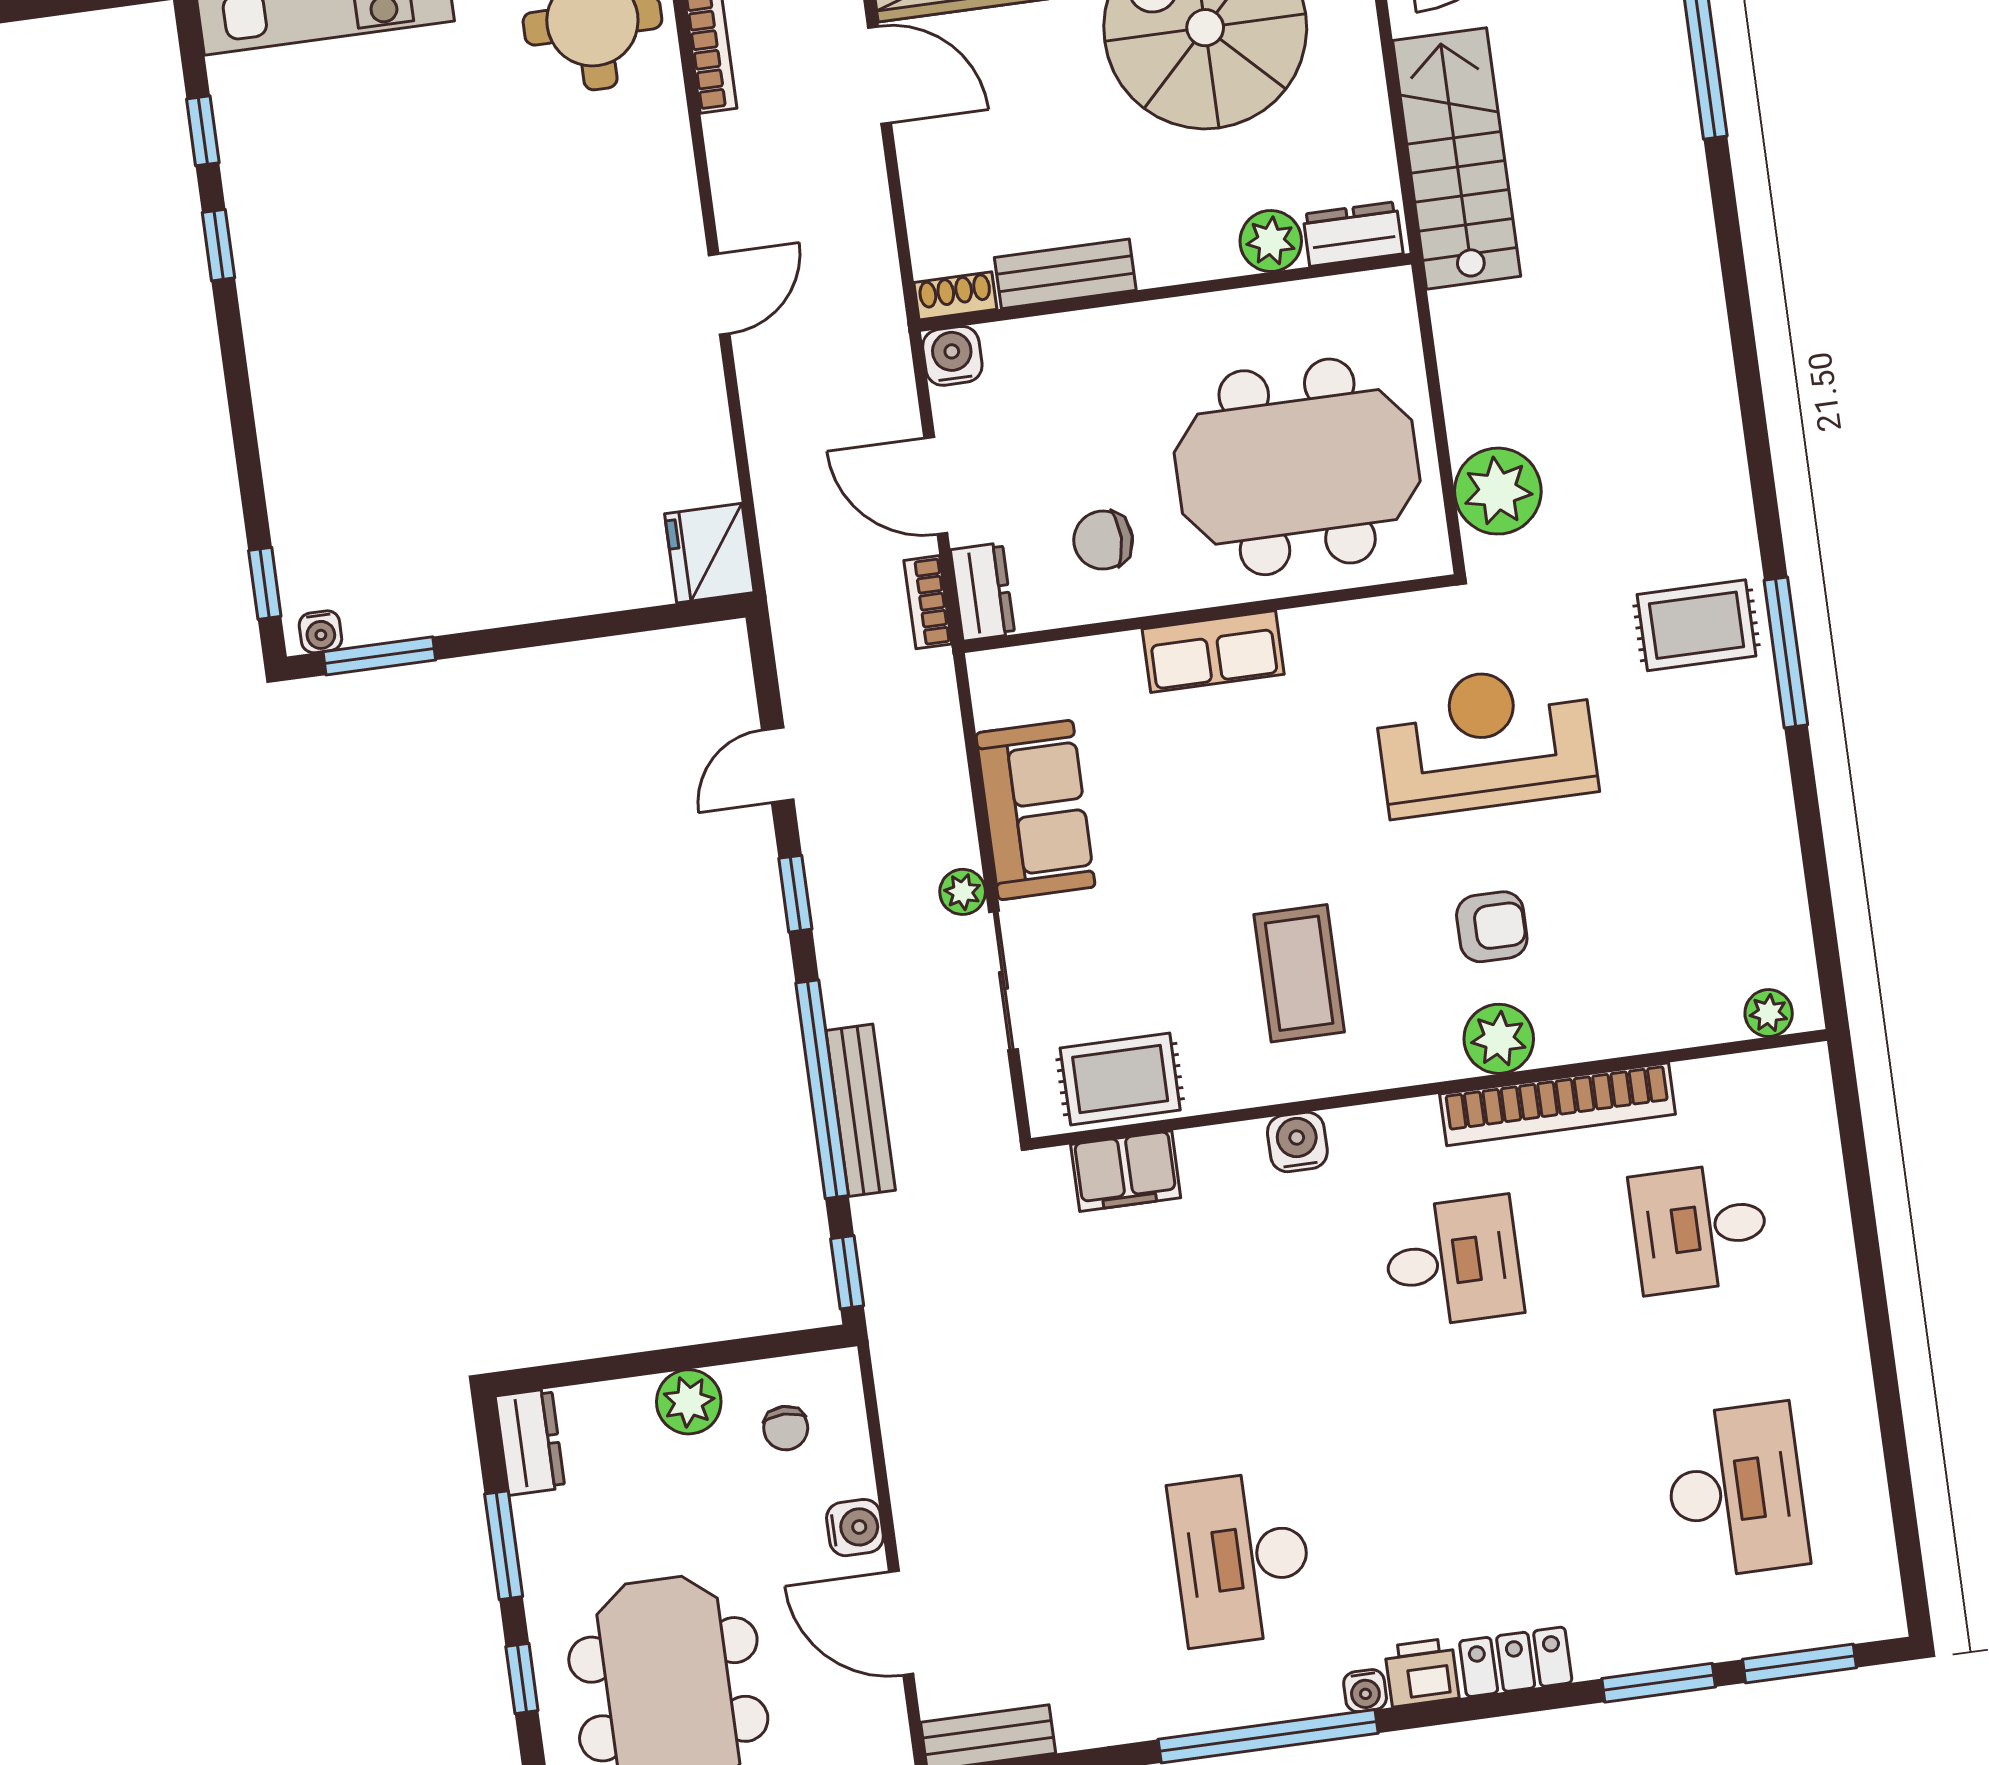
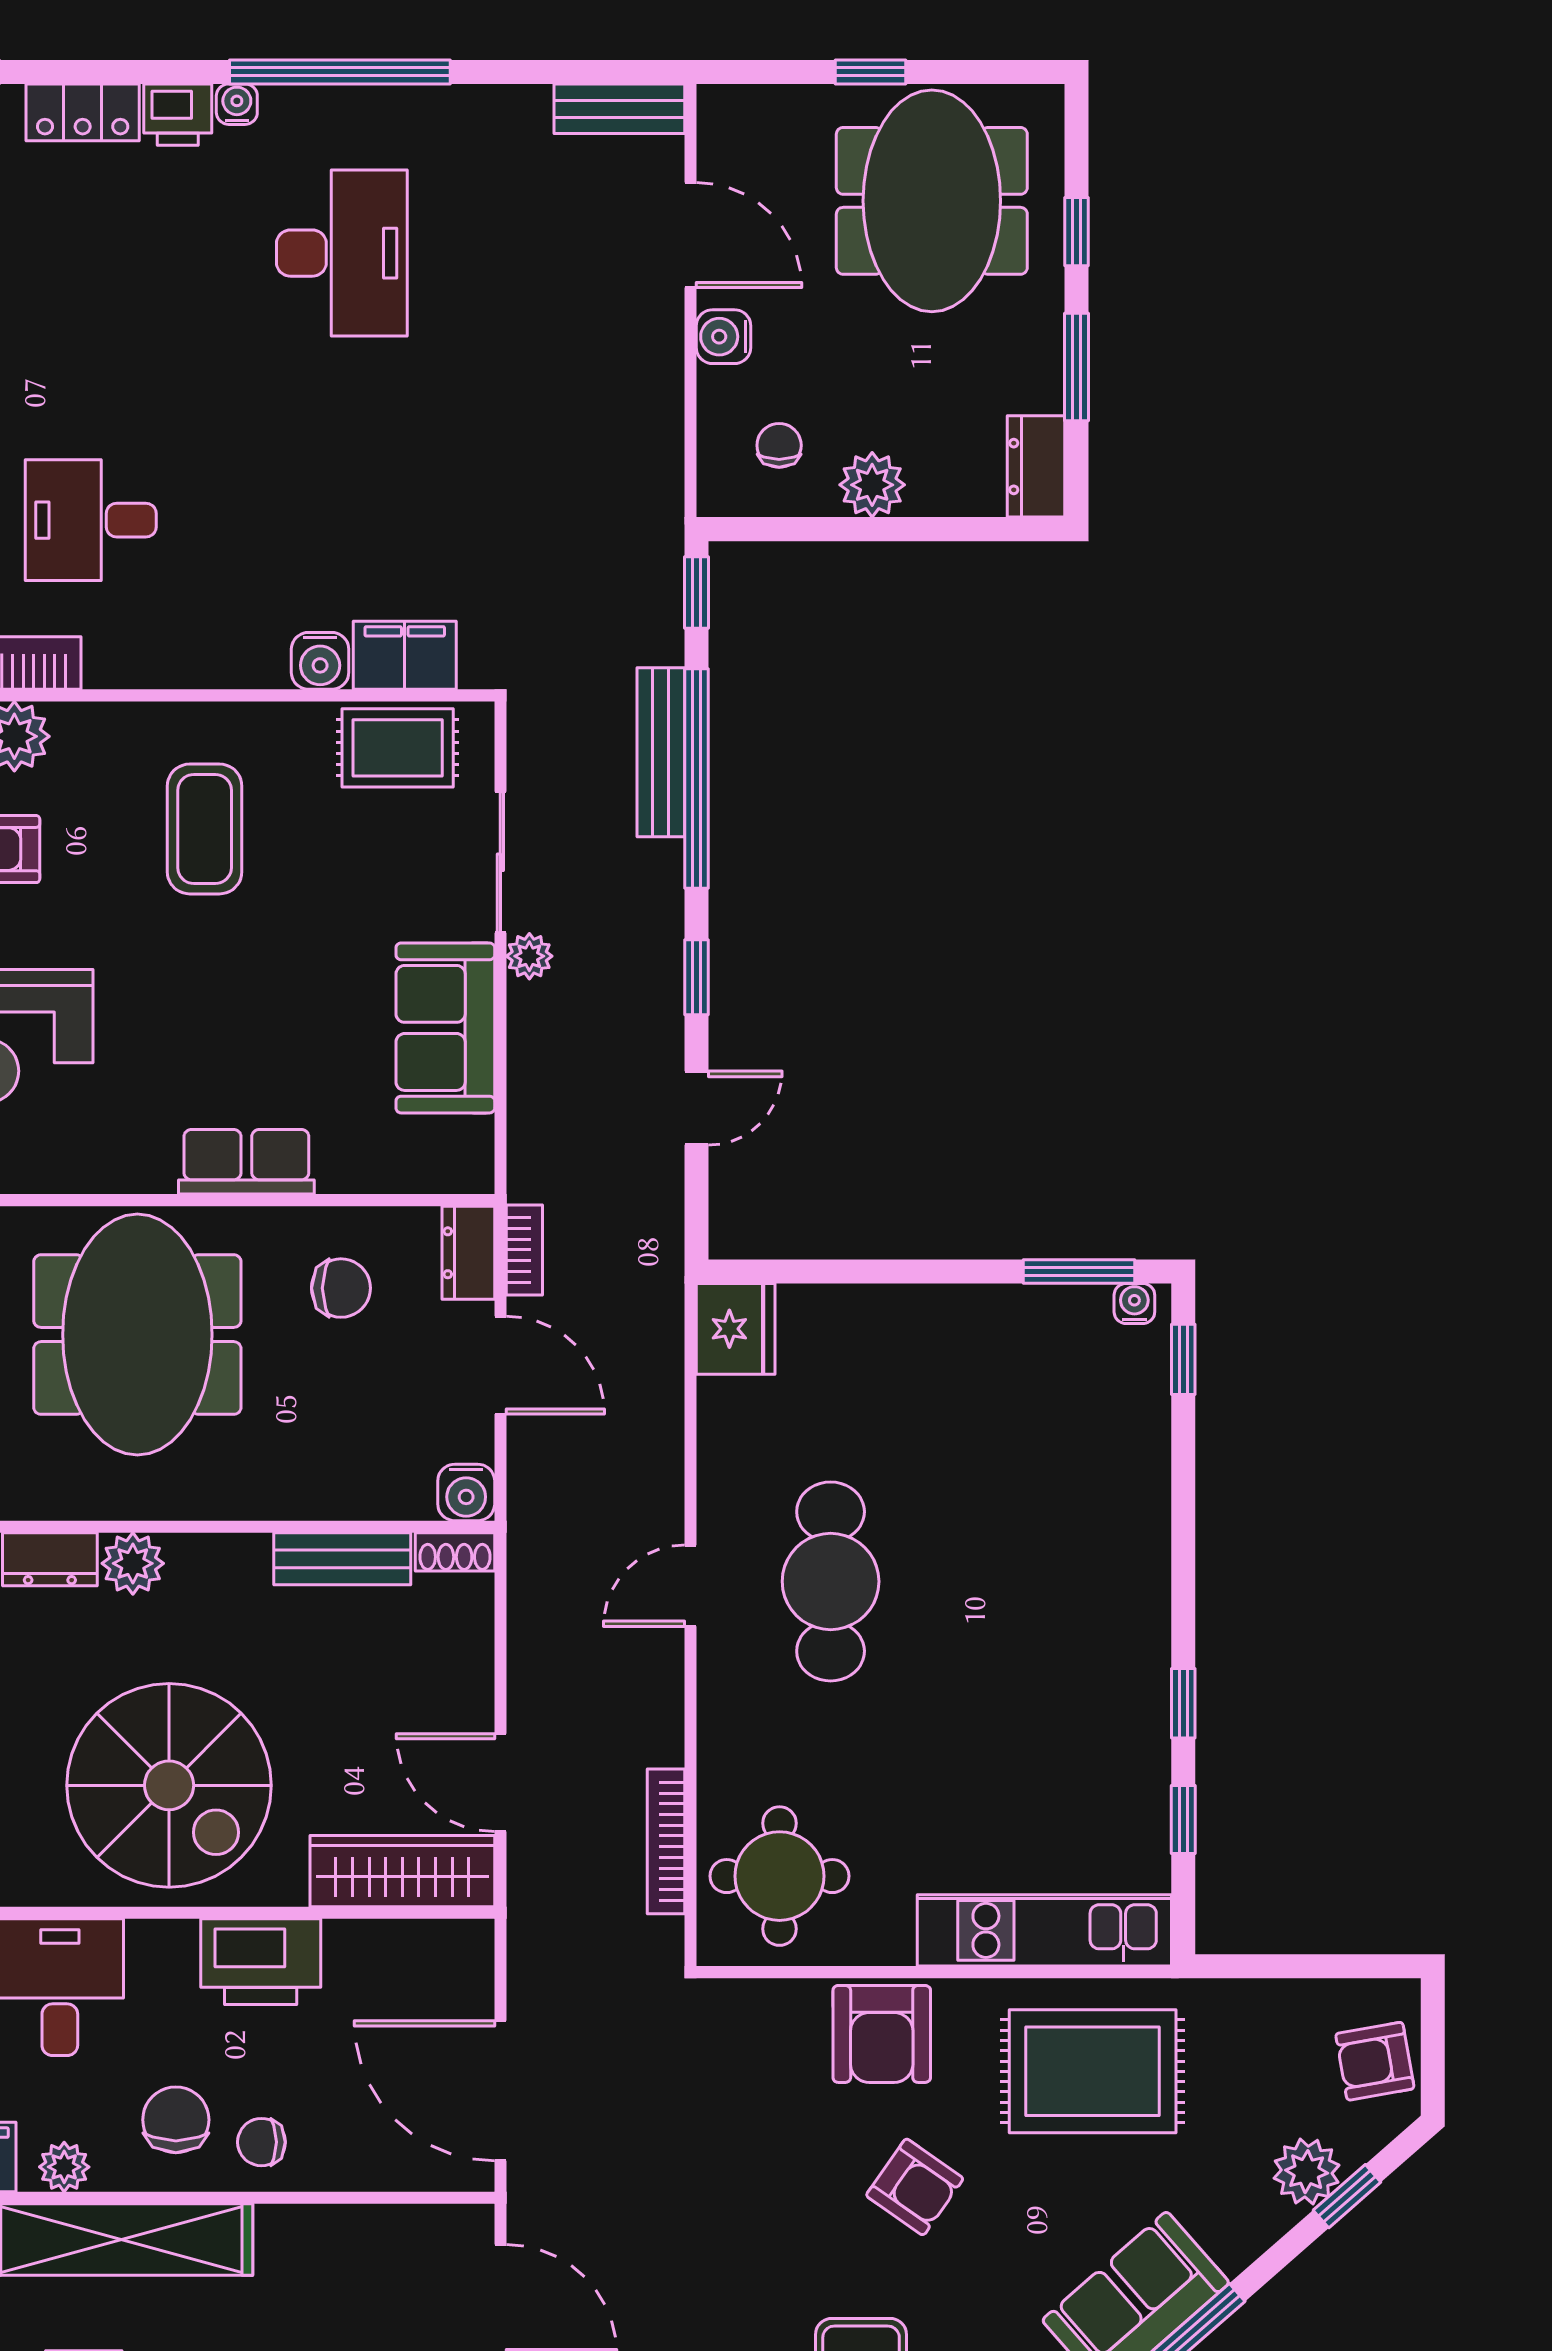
cafe table: (582, 317) -> (831, 1581), added
meeting table: (1297, 467) -> (137, 1335), turned 90
water cooler: (1297, 1142) -> (320, 661), moved

